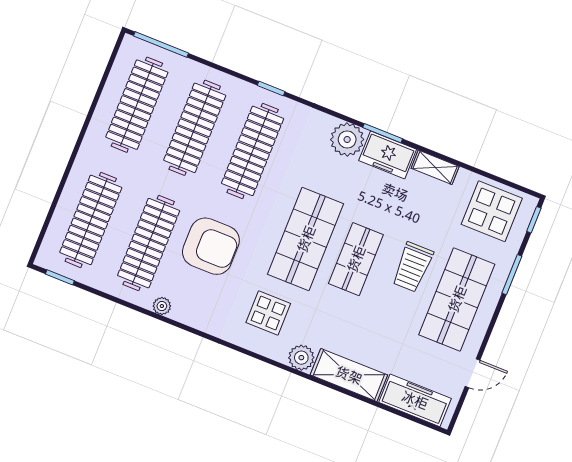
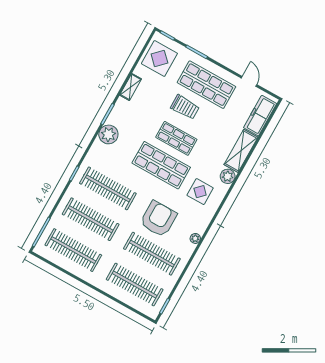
freezer: (388, 155) -> (120, 113), removed
plant: (162, 306) -> (195, 238), moved

